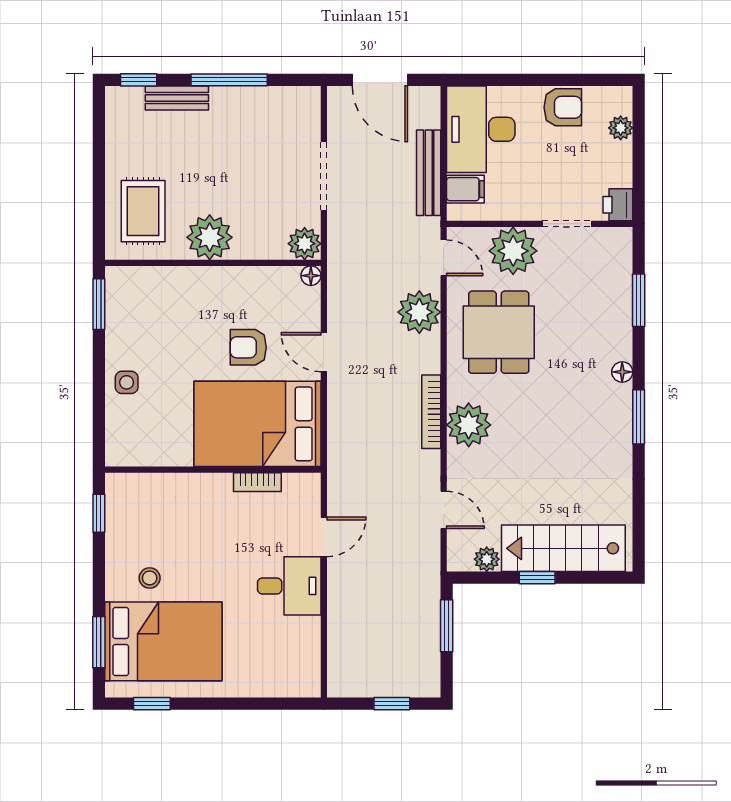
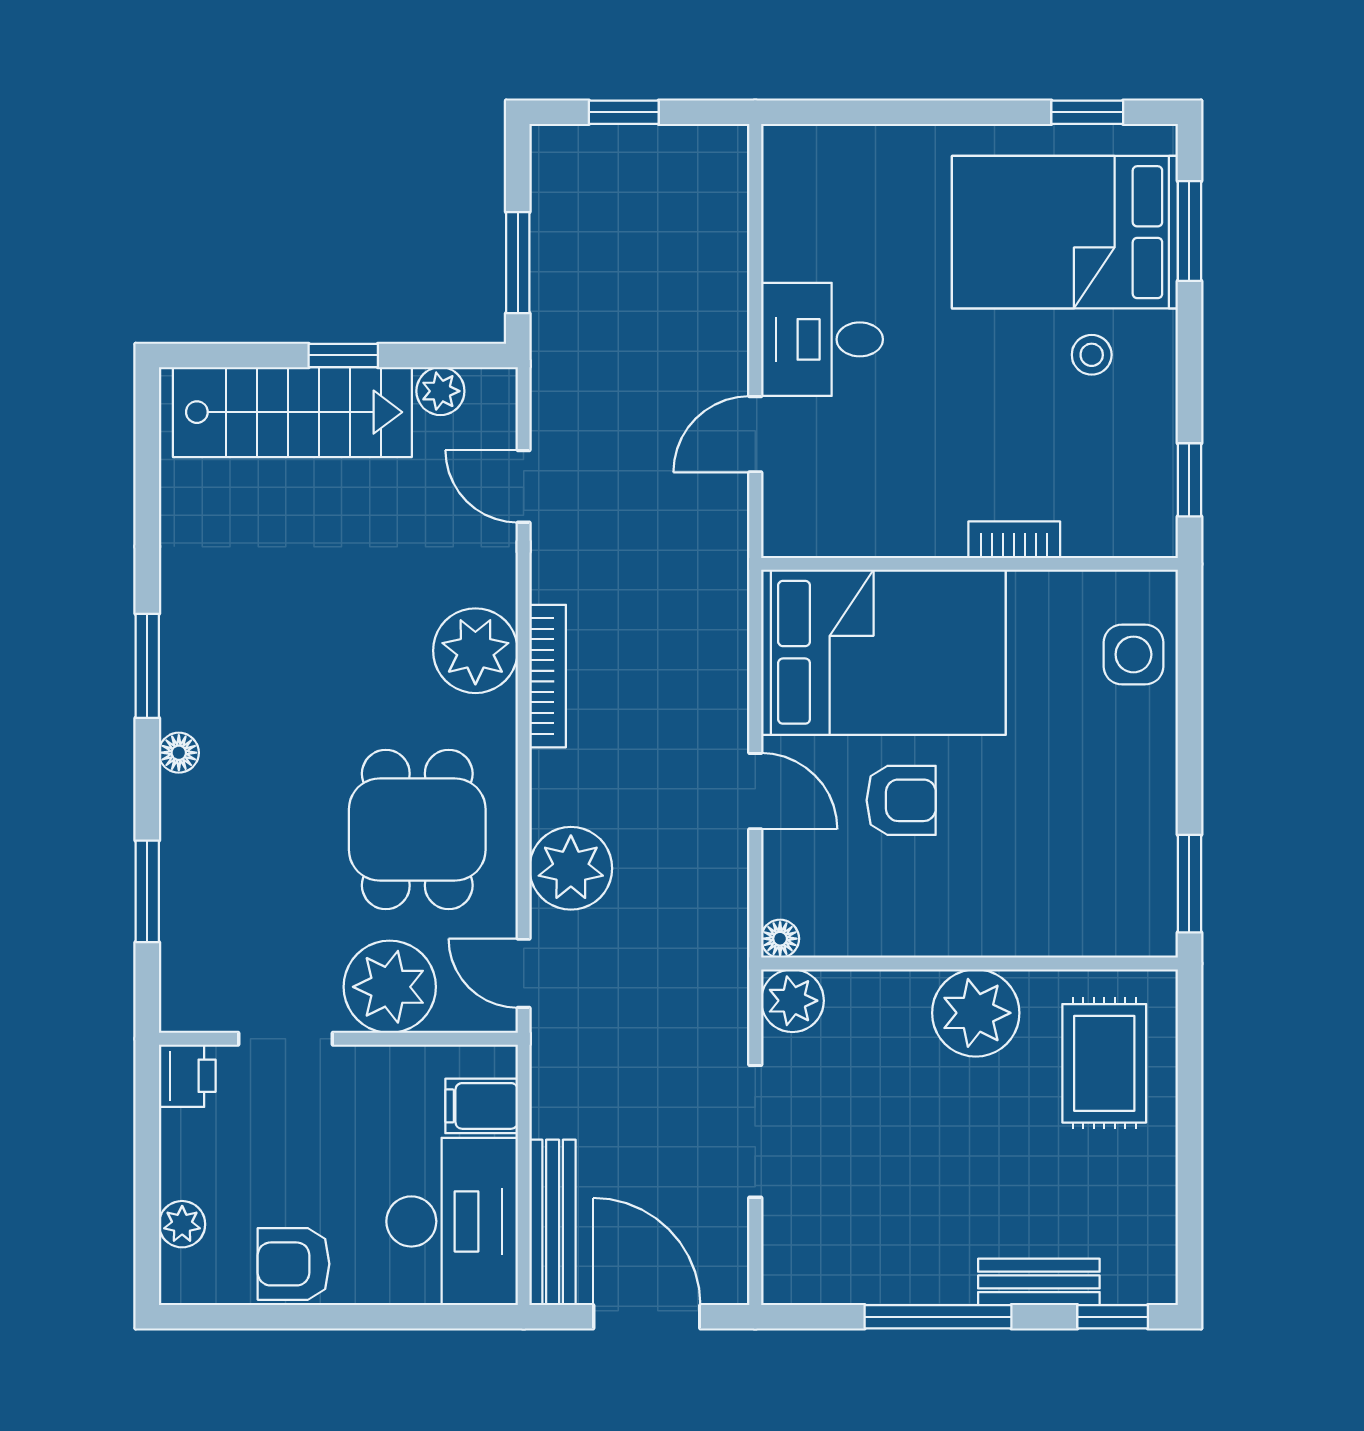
bench: (429, 173) -> (553, 1222), moved
side table: (127, 382) -> (1133, 654), moved, width x1.37, depth x1.37
bookcase: (257, 482) -> (1014, 540), moved

